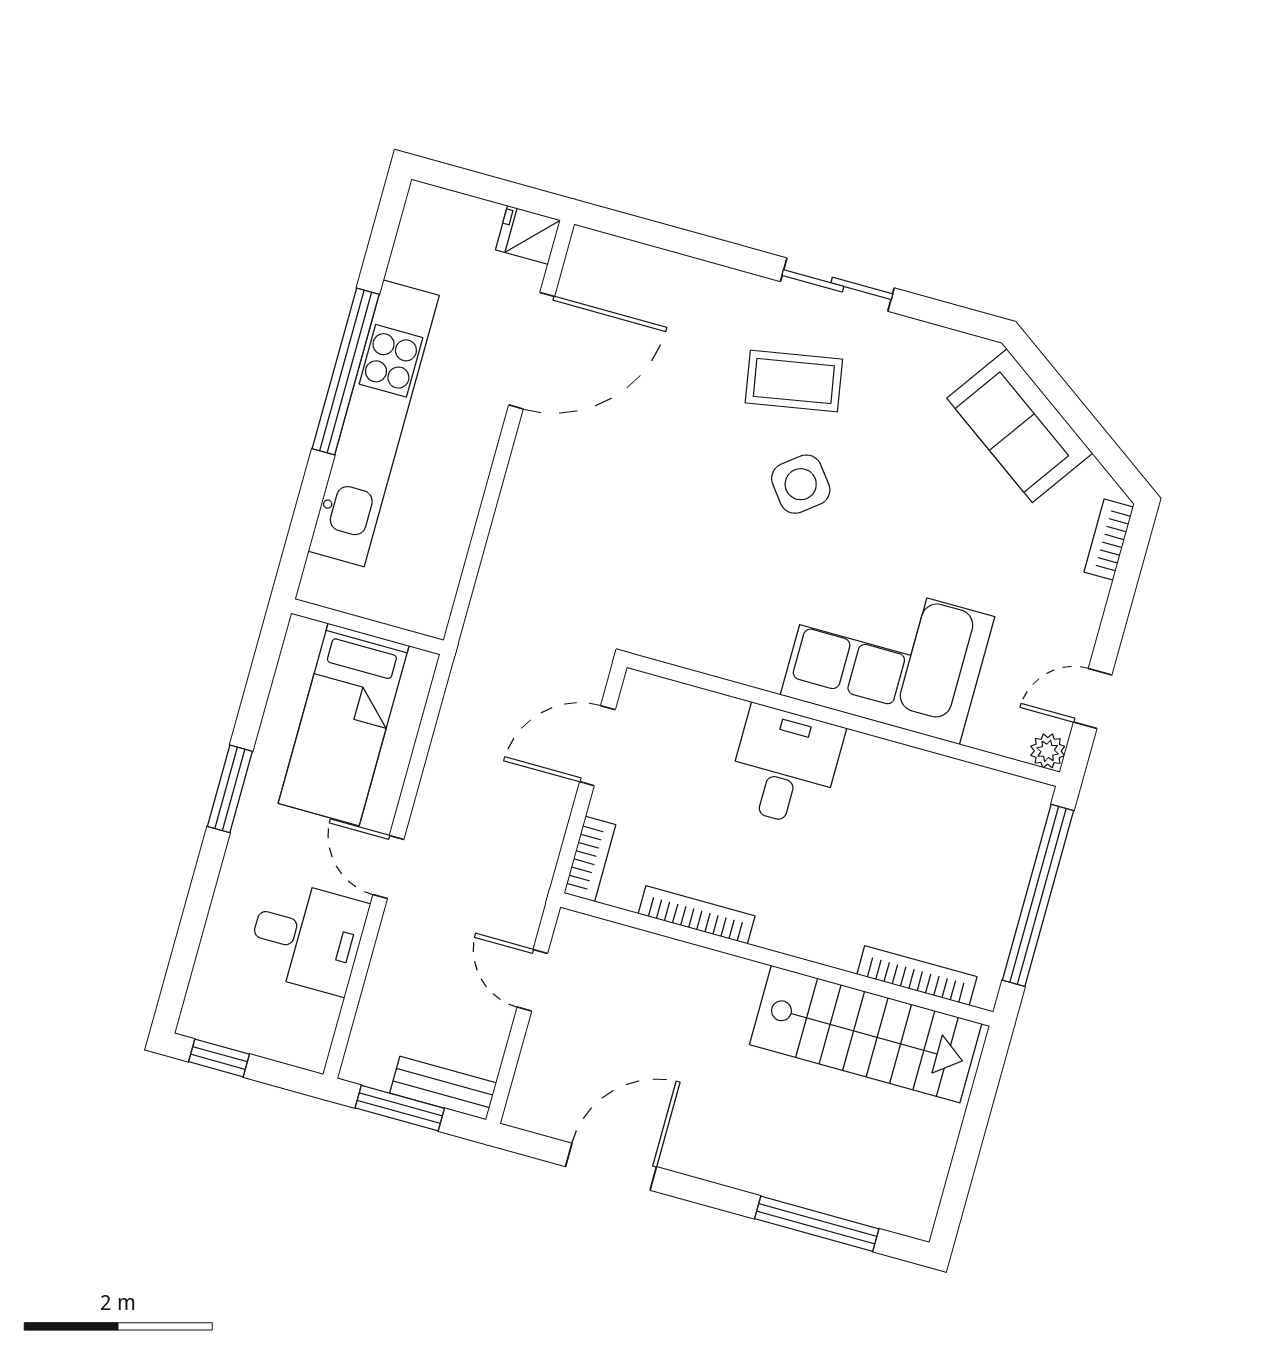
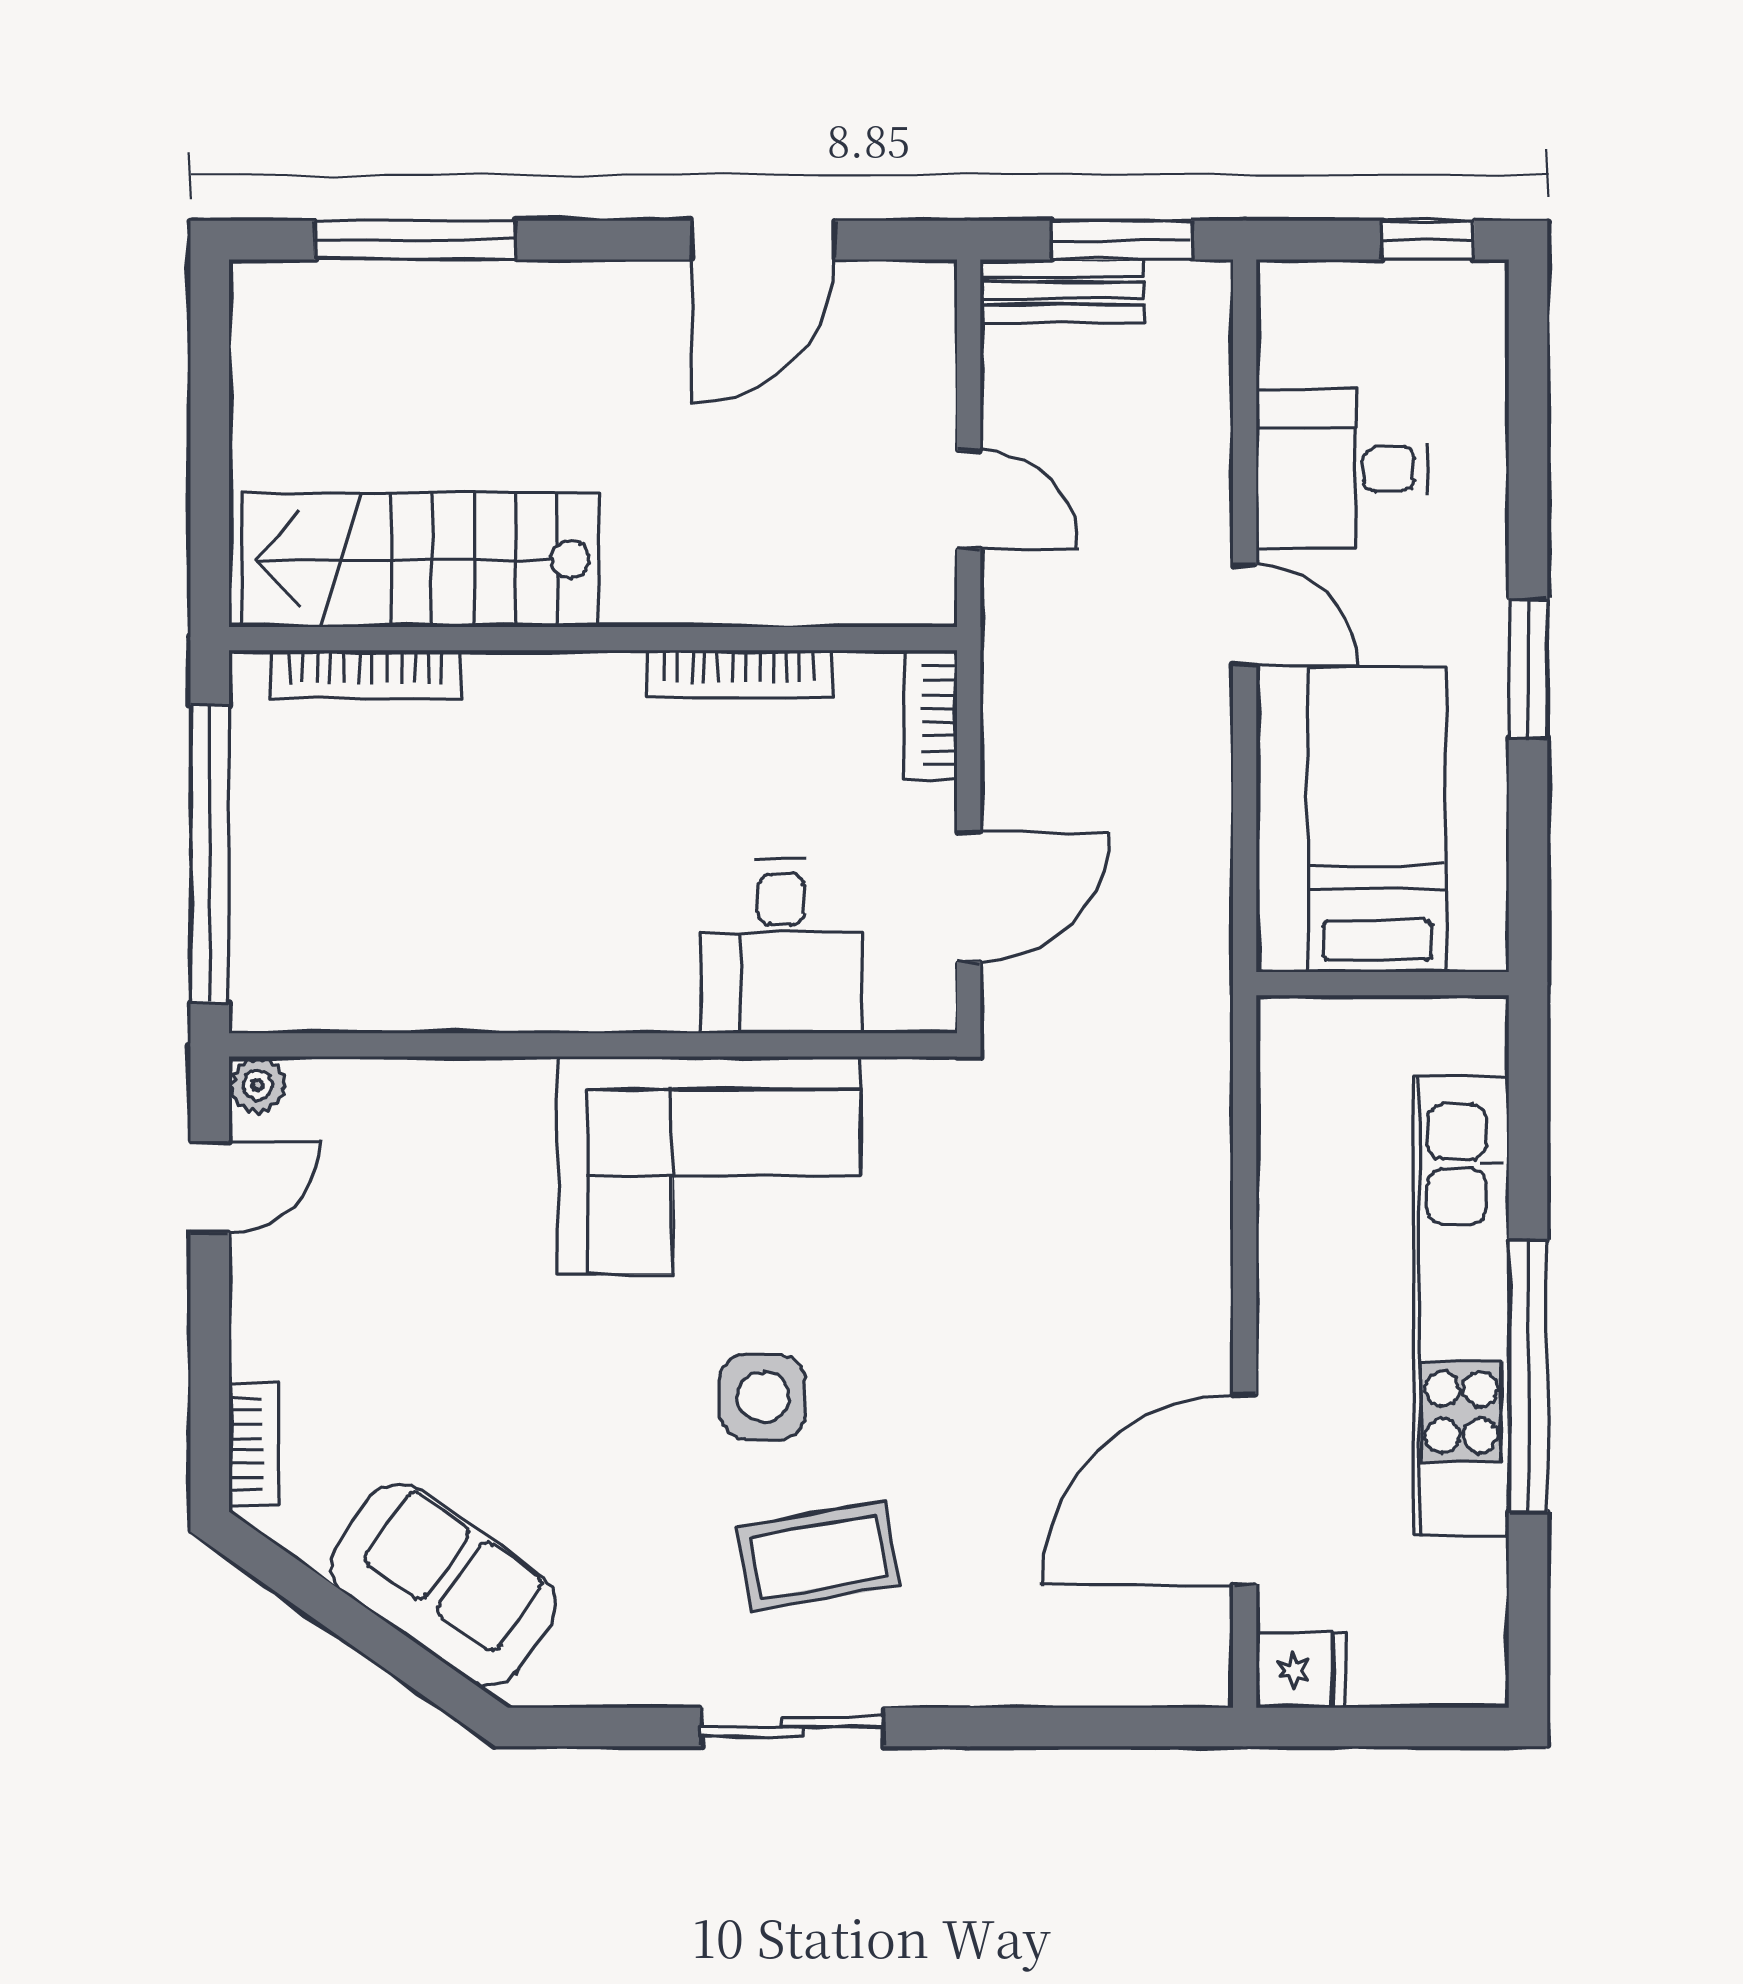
side table: (801, 484) -> (763, 1397), turned 38
corner sofa: (888, 656) -> (709, 1165), moved
desk: (785, 766) -> (781, 946), moved

